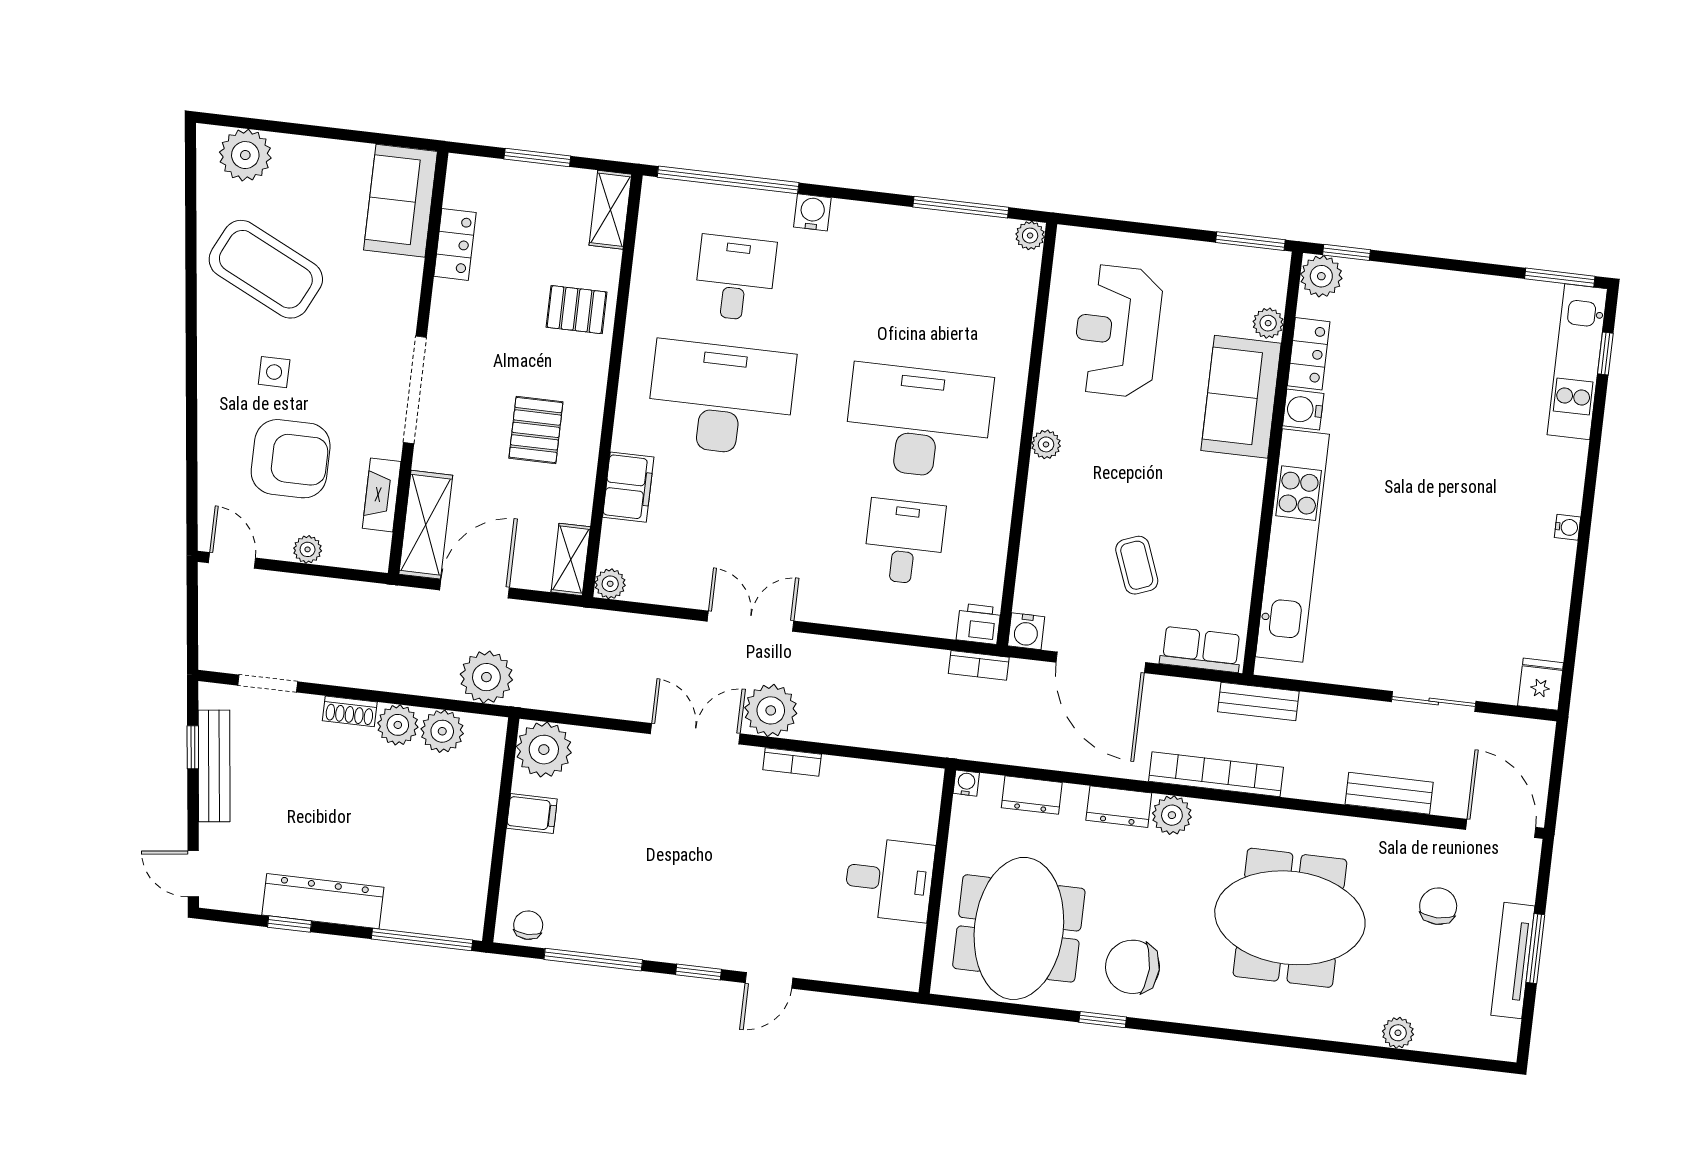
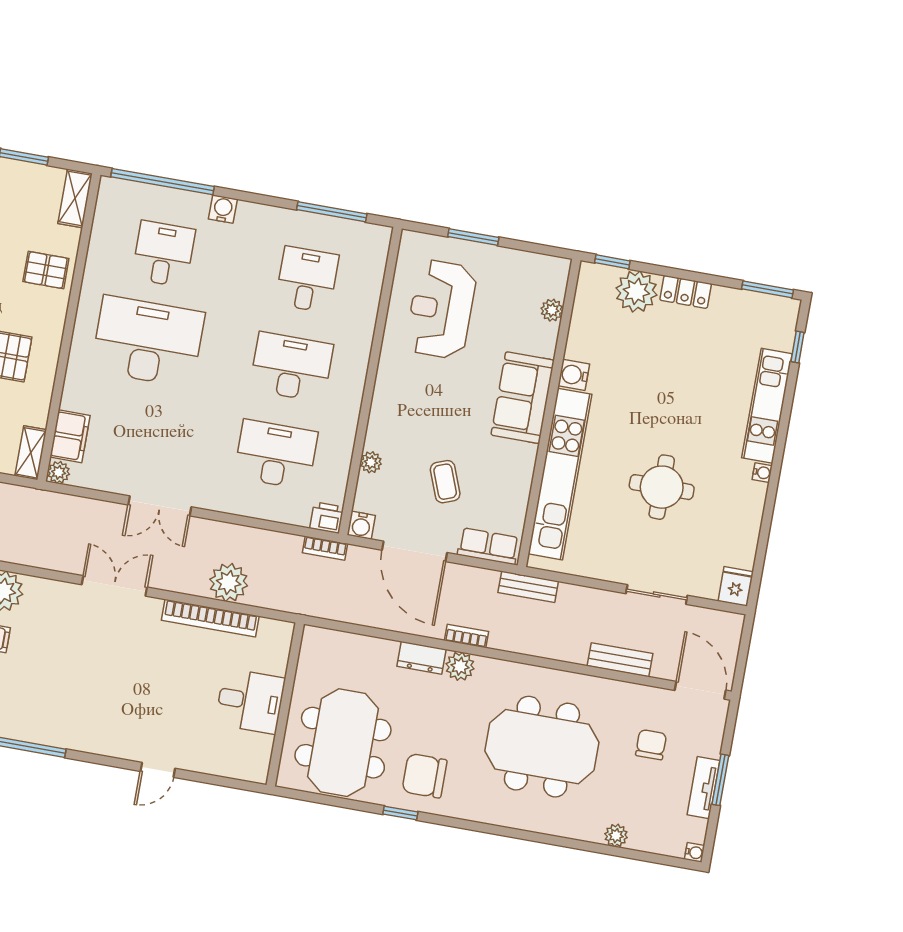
plant: (1030, 236) -> (381, 236), removed
window: (1250, 241) -> (473, 237), moved
plant: (1321, 276) -> (636, 291), moved, width x1.36, depth x1.36
desk: (933, 301) -> (307, 279), added
locker: (1309, 354) -> (686, 292), moved, turned 90
kitchen unit: (1577, 362) -> (767, 406), moved
sofa: (1241, 397) -> (523, 398), moved
desk: (918, 422) -> (291, 367), width x0.73, depth x0.77
plant: (1046, 444) -> (371, 462), moved
filing cabinet: (628, 487) -> (70, 436), moved
desk: (904, 542) -> (276, 454), width x1.37
round table: (1432, 555) -> (662, 487), added
double door: (750, 621) -> (160, 506), swing flipped
plant: (771, 710) -> (229, 582), moved
bookcase: (792, 762) -> (210, 618), width x2.31, depth x1.31
bookcase: (1216, 774) -> (467, 636), width x0.43, depth x0.76
water cooler: (966, 783) -> (695, 852), moved, turned 90
dresser: (1032, 795) -> (358, 645), removed
tv unit: (1513, 961) -> (703, 788), width x0.71
window: (699, 972) -> (106, 761), removed

